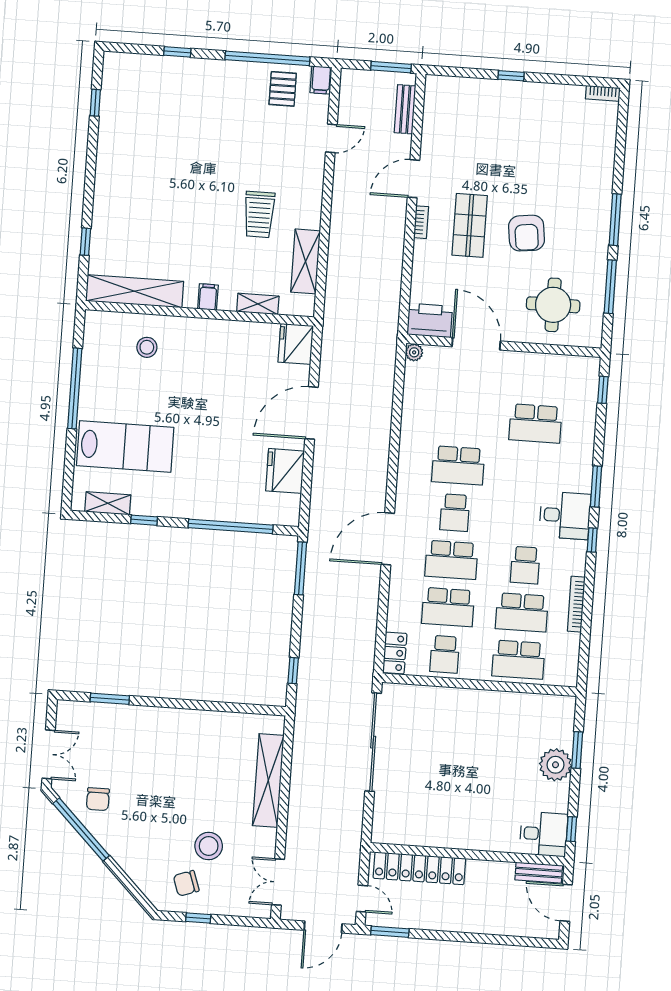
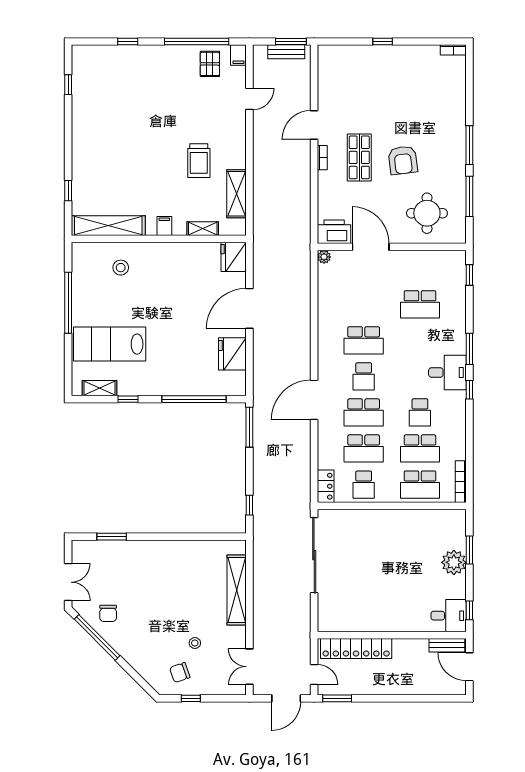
bench: (405, 109) -> (286, 52), moved, turned 90
lab bench: (125, 446) -> (110, 344), turned 180
bookcase: (576, 604) -> (461, 482), moved
stool: (209, 846) -> (195, 643), width x0.53, depth x0.53

